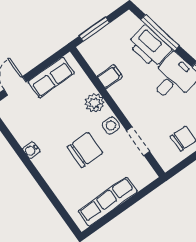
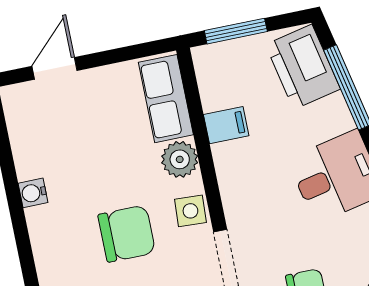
printer: (150, 46) -> (303, 67), moved
row of seats: (51, 77) -> (166, 99), moved, turned 90

